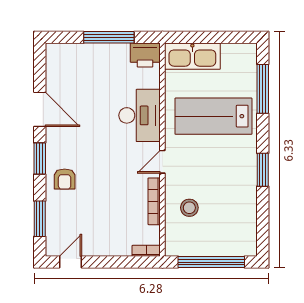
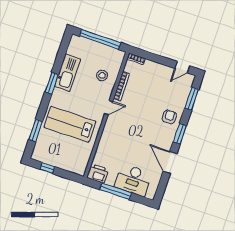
window: (225, 37) -> (47, 168), added
kitchen sink: (192, 56) -> (67, 73), moved, turned 90
window: (263, 89) -> (36, 130), width x0.69
desk: (140, 115) -> (133, 180), moved, turned -90
lab bench: (213, 116) -> (70, 124), turned 180

